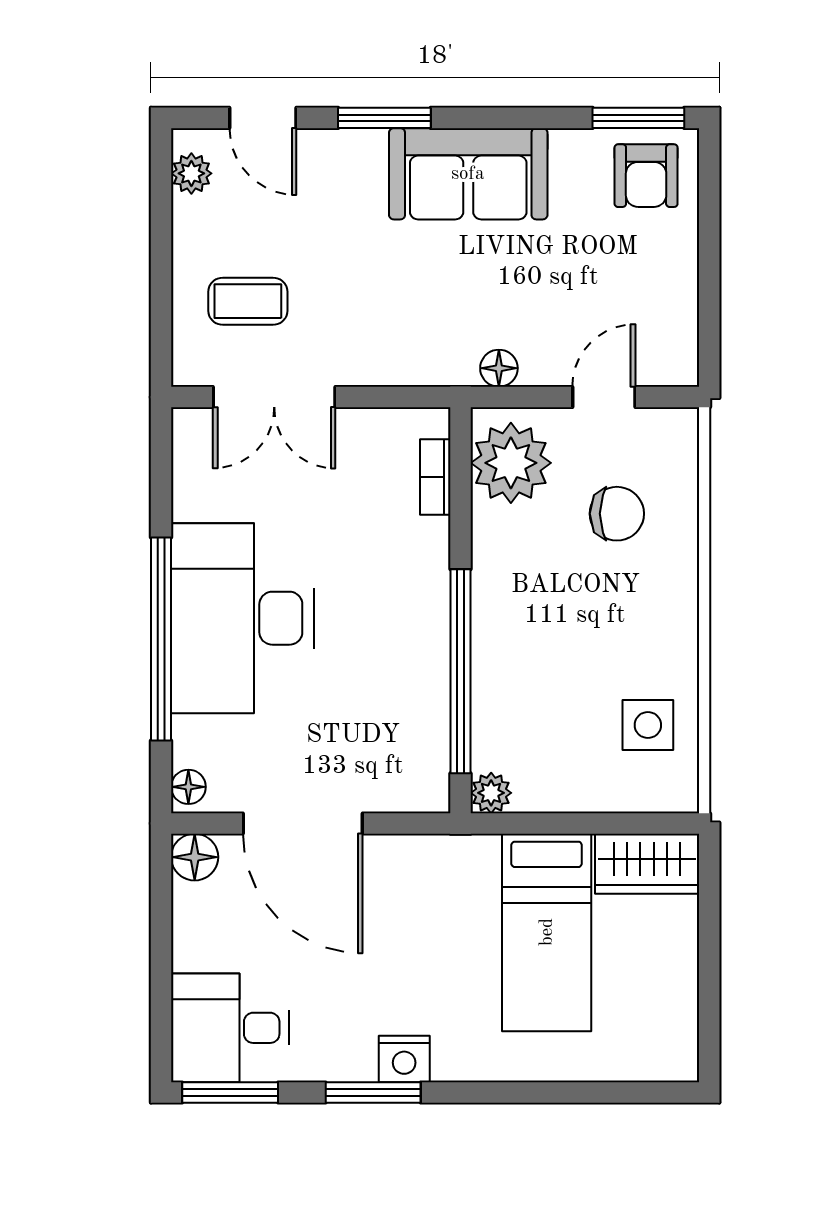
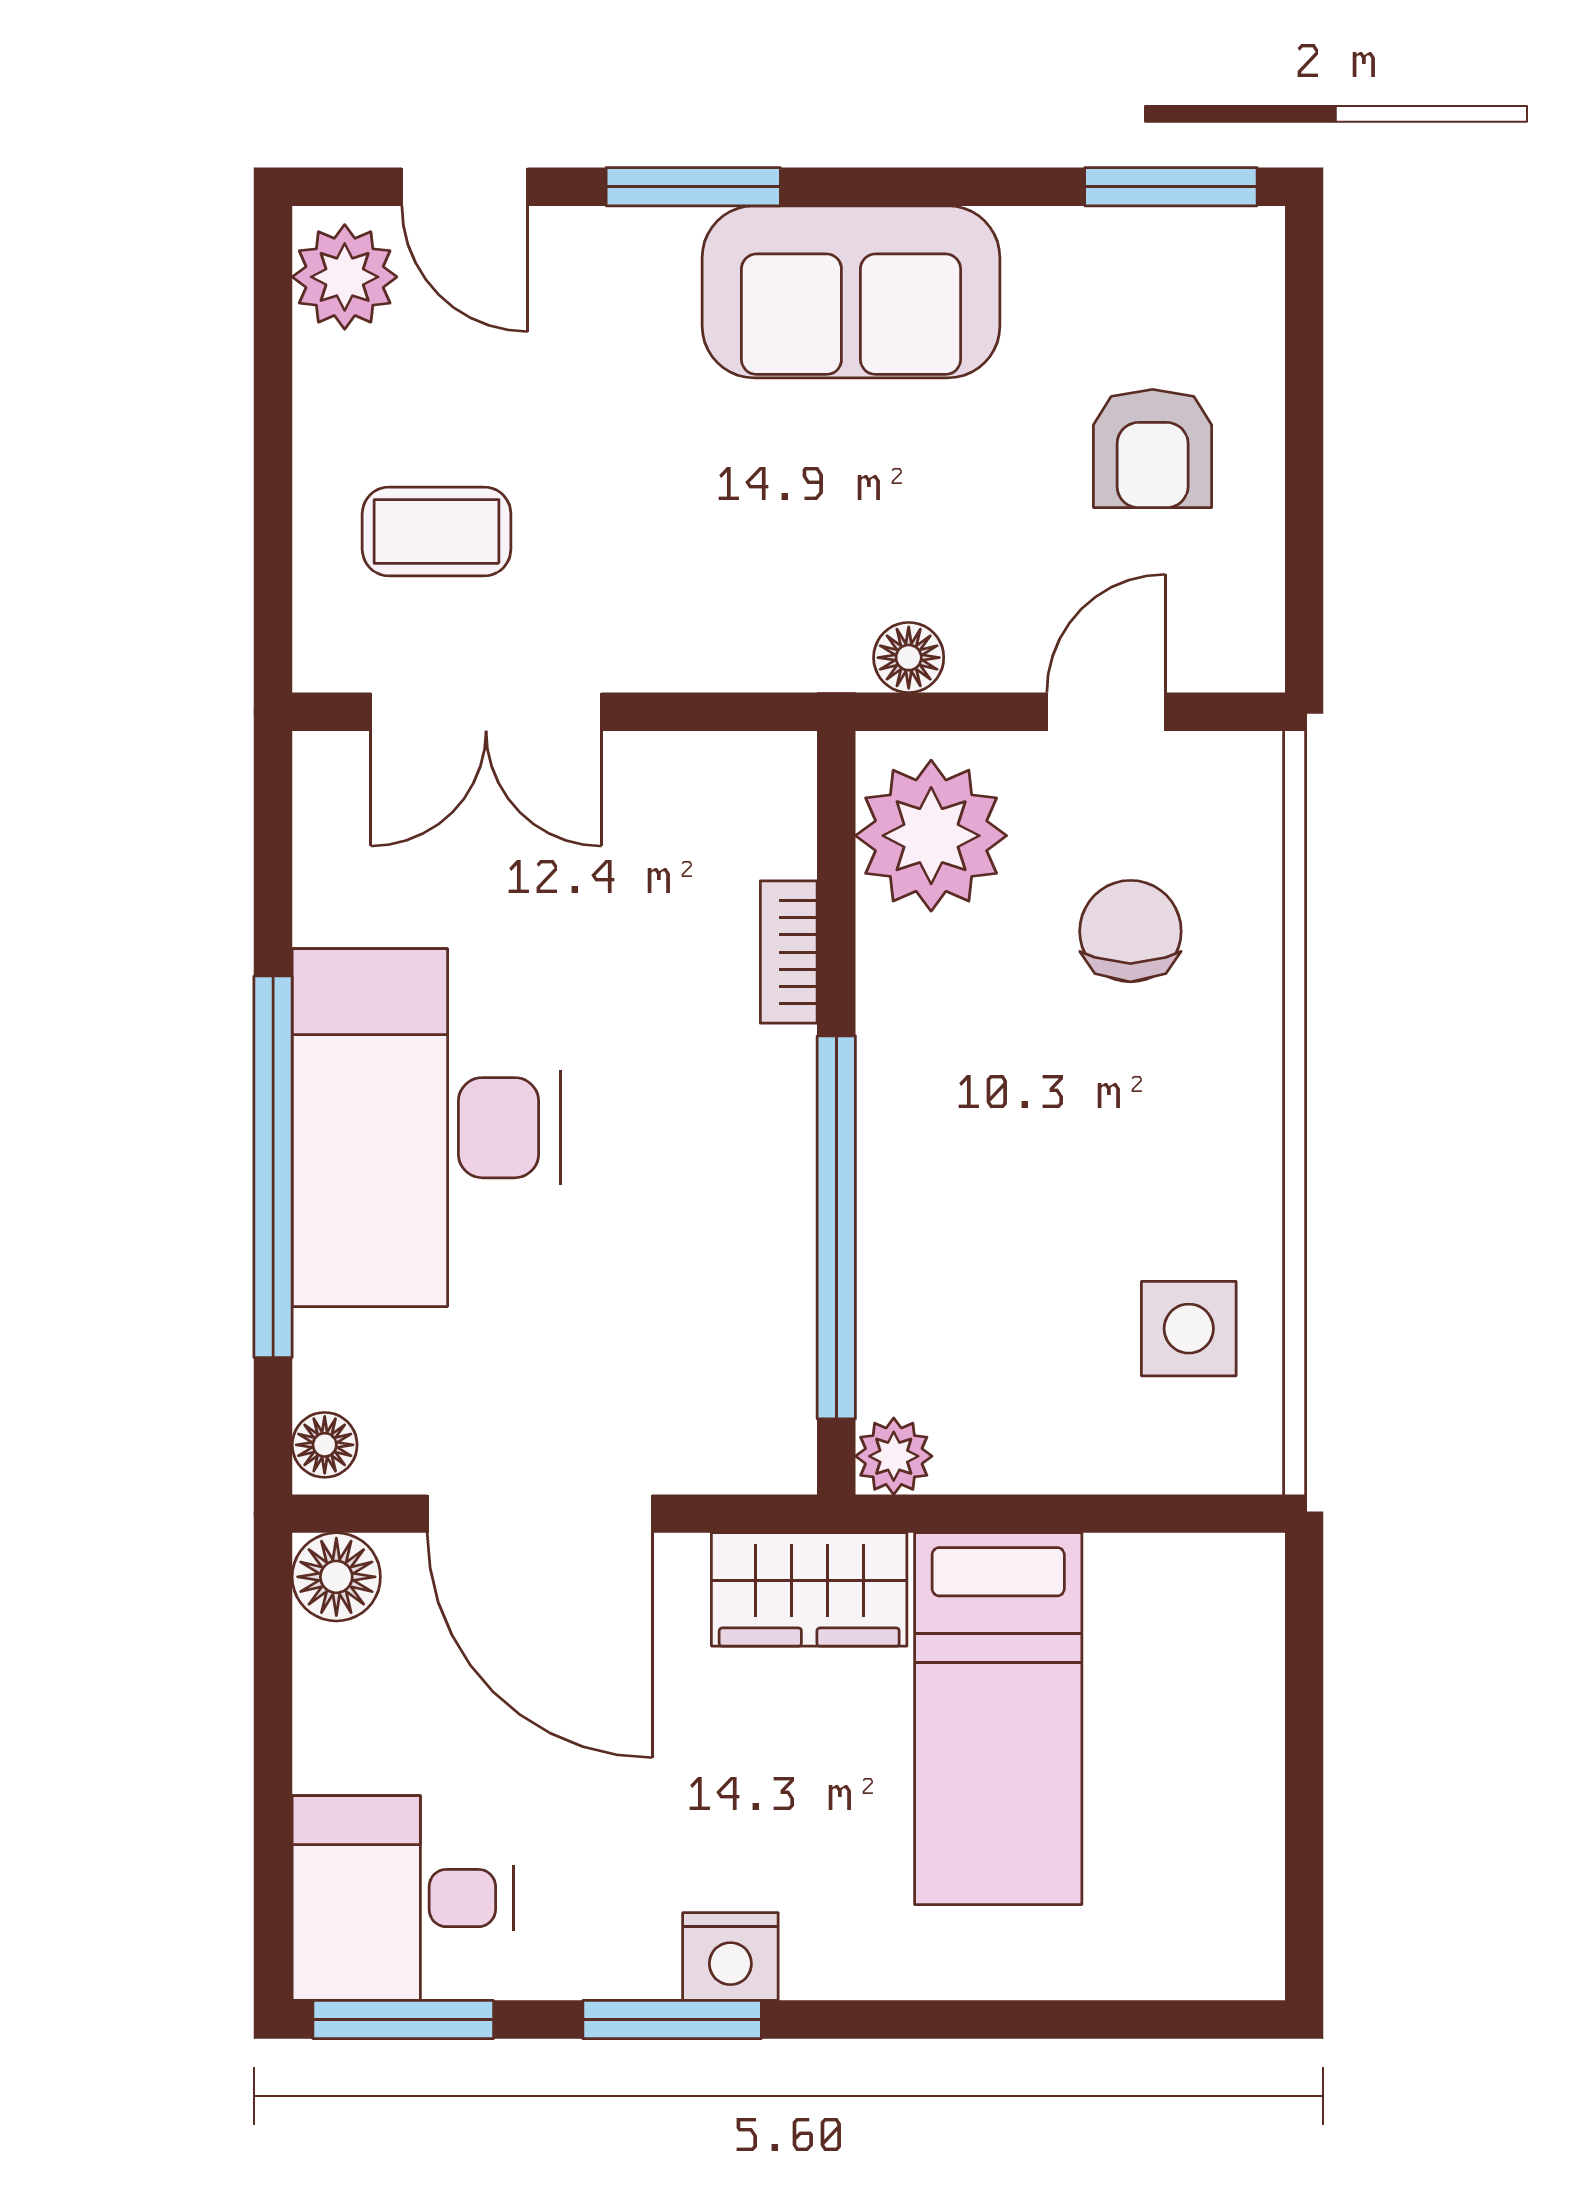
plant: (191, 173) -> (345, 277), width x1.38, depth x1.38
armchair: (646, 176) -> (1153, 448), moved
bookcase: (435, 477) -> (789, 952), moved
chair: (617, 514) -> (1130, 931), turned -90
wardrobe: (647, 864) -> (809, 1589), moved

